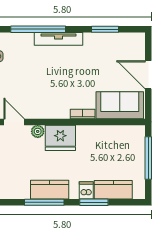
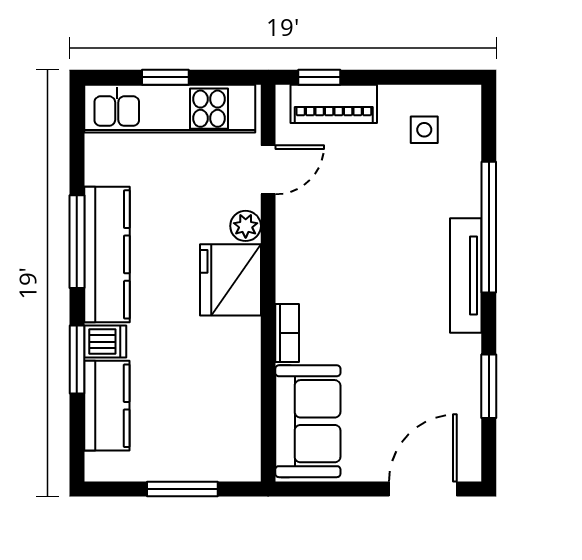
door: (148, 75) -> (423, 489), moved
window: (148, 158) -> (182, 489), width x0.69
kitchen counter: (50, 190) -> (107, 254), width x1.50

